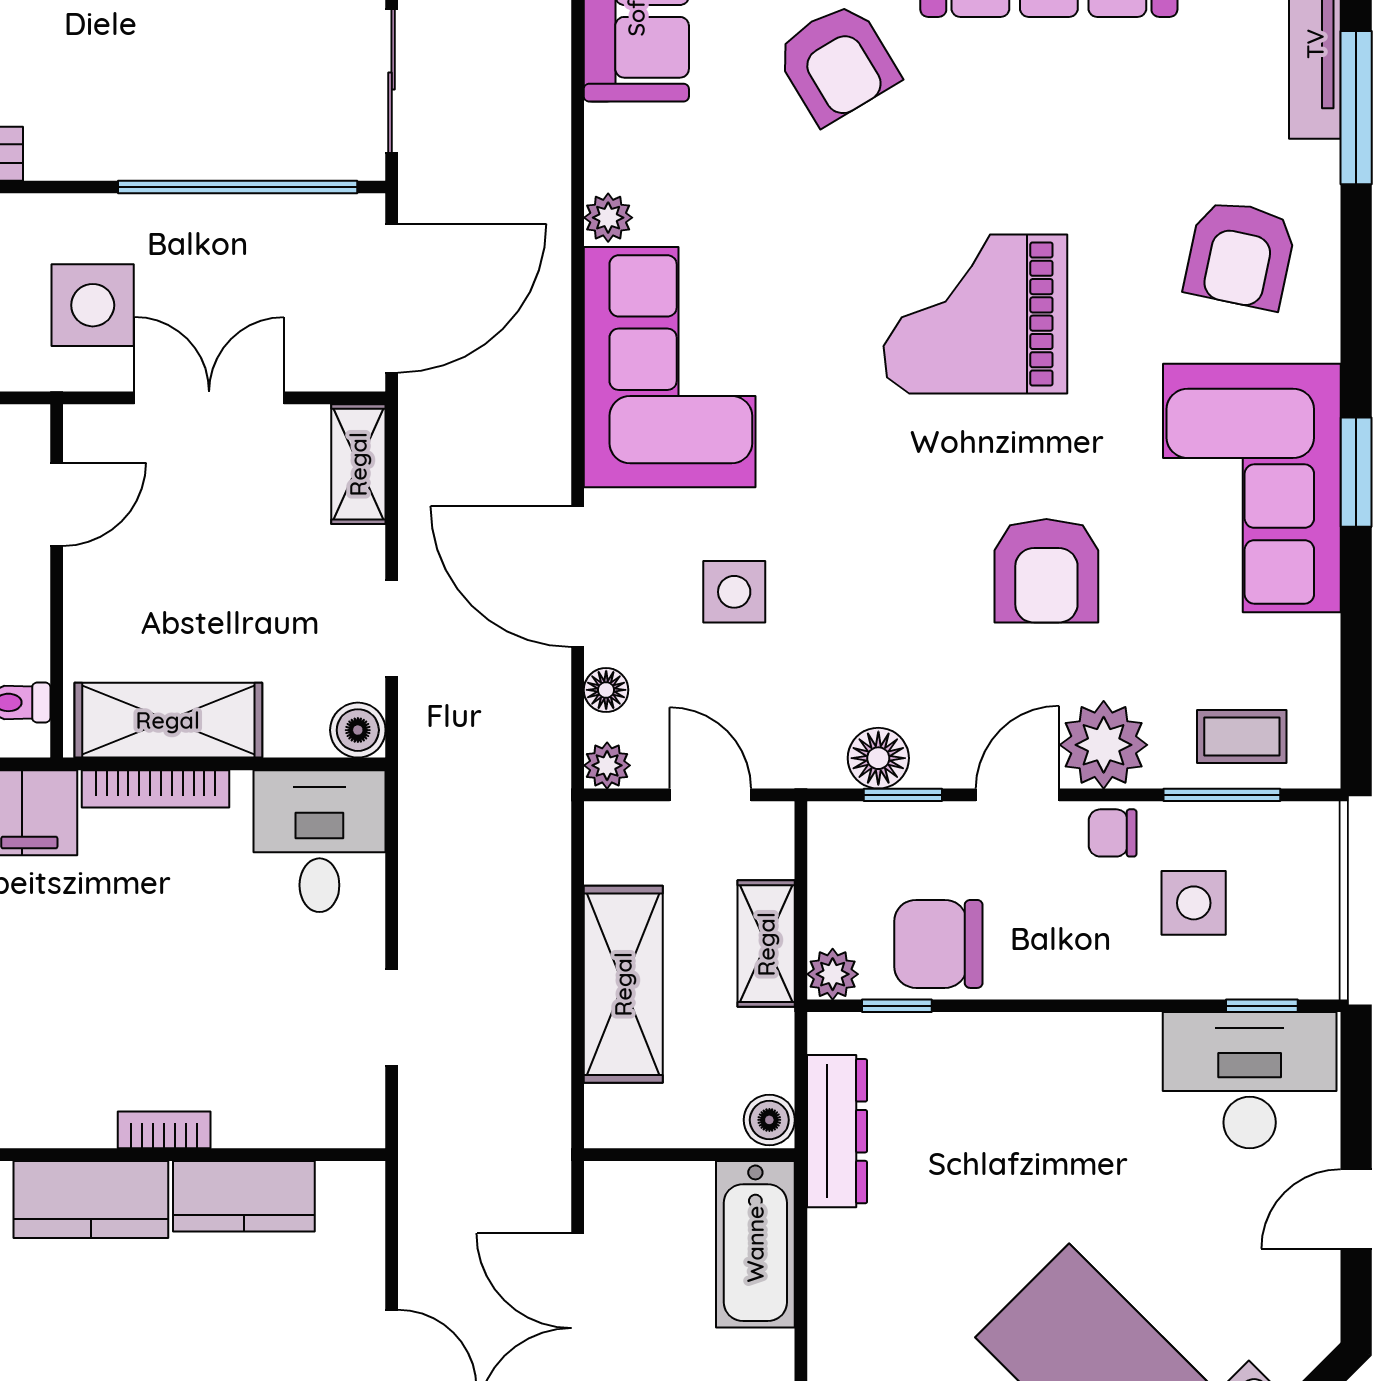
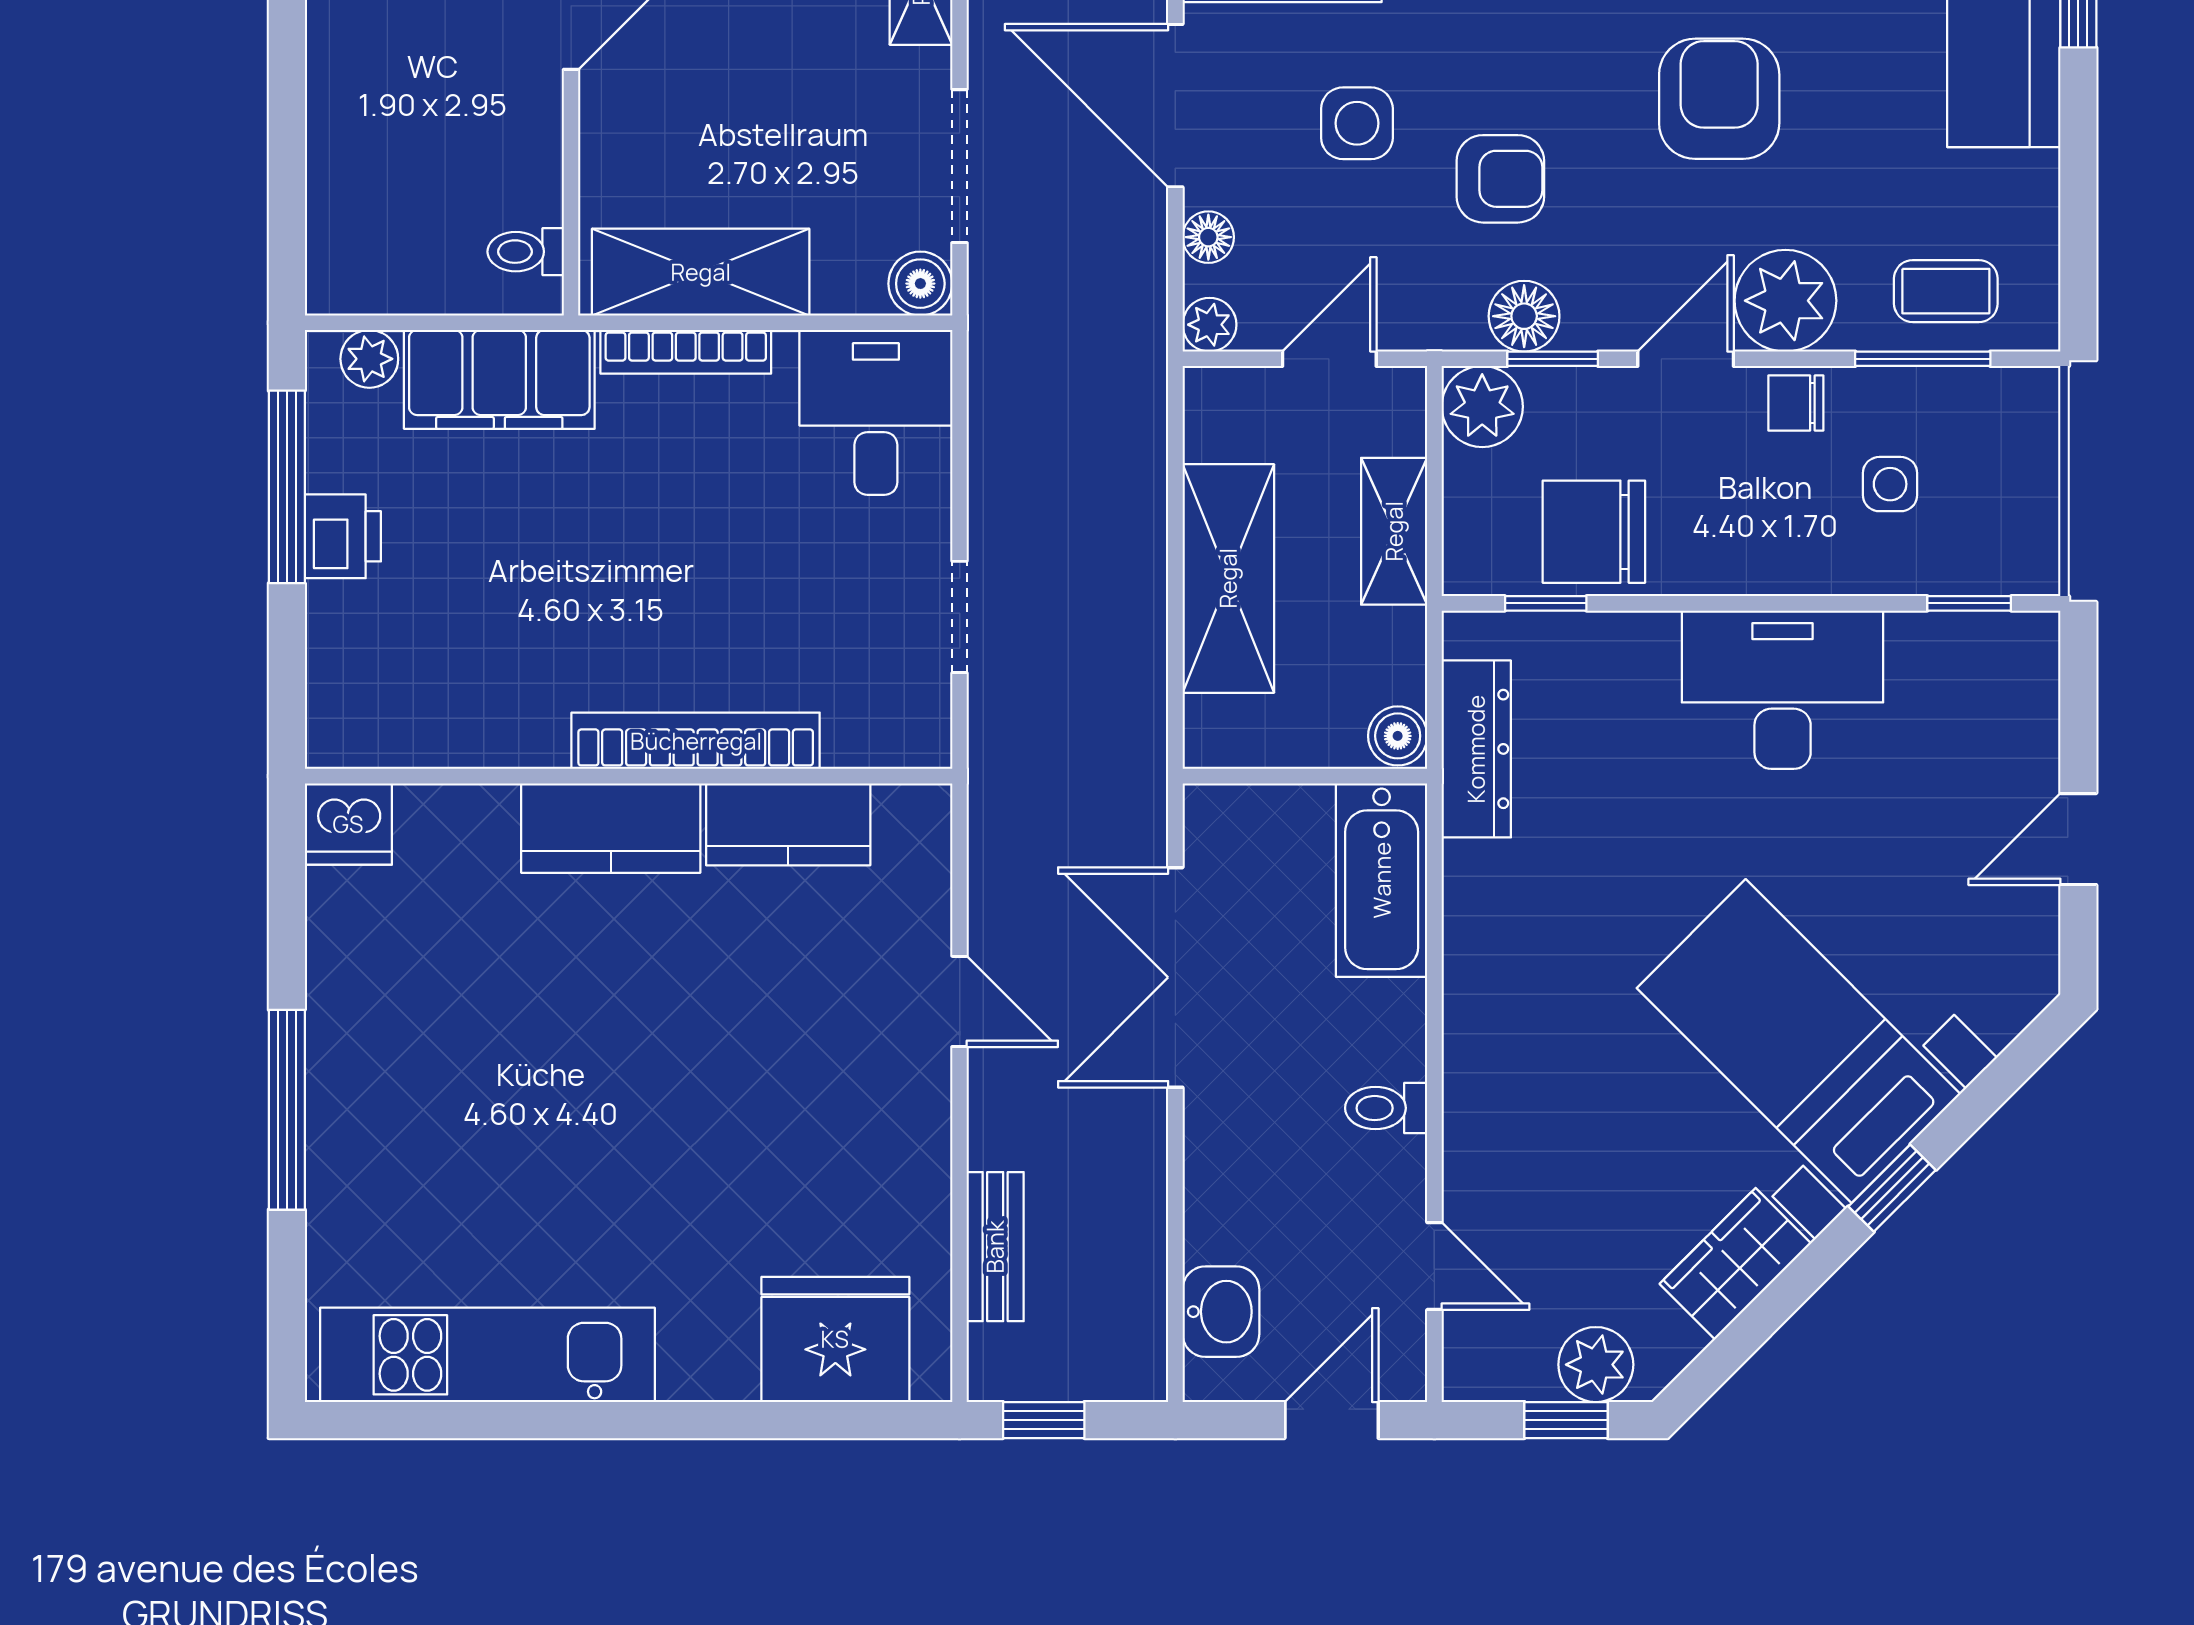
armchair: (1046, 571) -> (1719, 99), turned 180
doorway: (392, 629) -> (960, 166), width x1.38
armchair: (858, 640) -> (1500, 179), added
door: (710, 795) -> (1329, 359), hinge flipped
side table: (1194, 903) -> (1890, 484), width x0.73, depth x0.73
plant: (833, 974) -> (1482, 407), moved, width x1.38, depth x1.38
desk: (1250, 1080) -> (1783, 690), moved
bookcase: (164, 1130) -> (696, 741), width x2.31, depth x1.31

